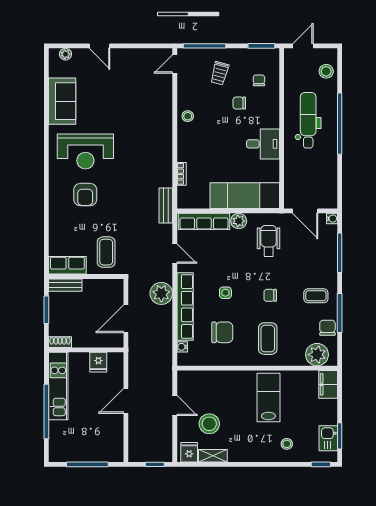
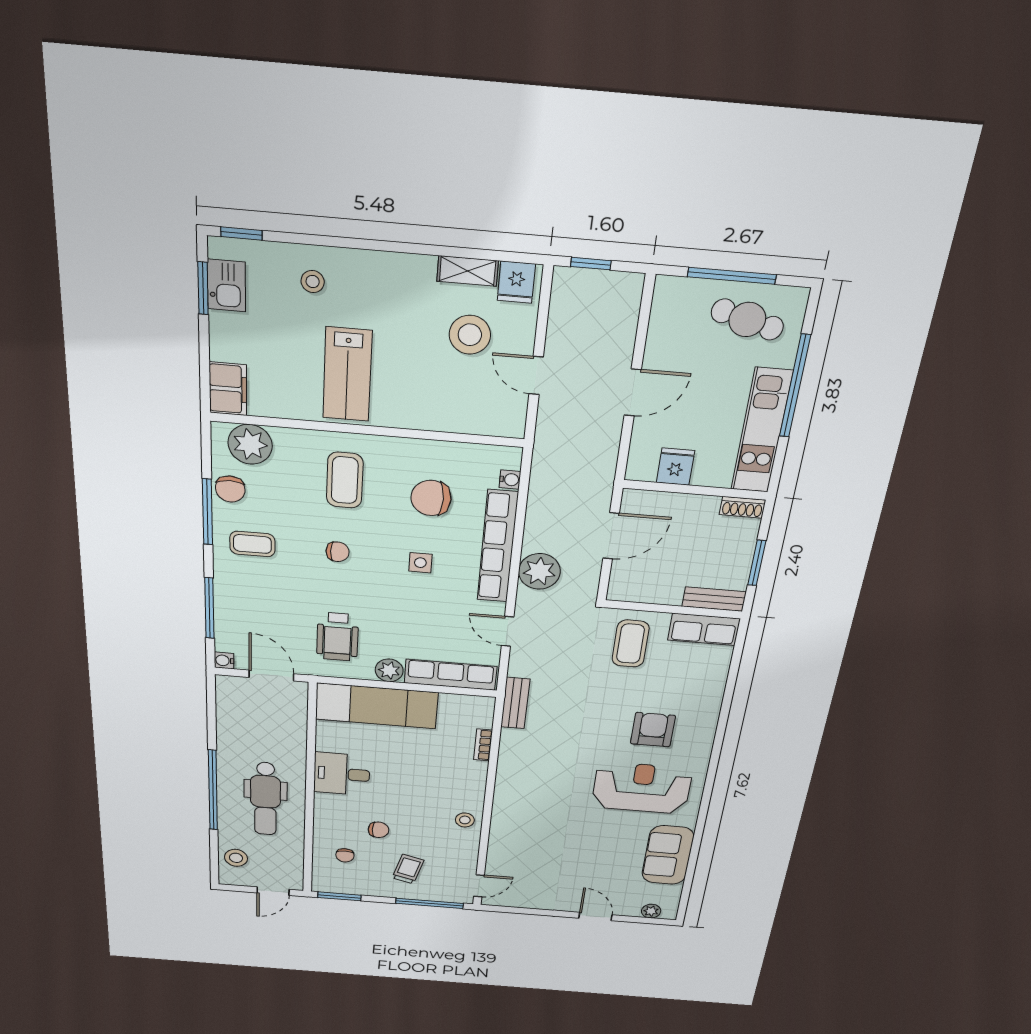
cafe table: (76, 444) -> (747, 320), added

